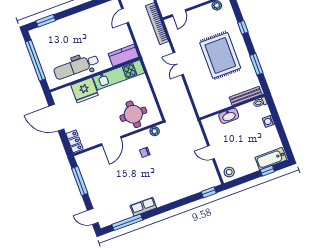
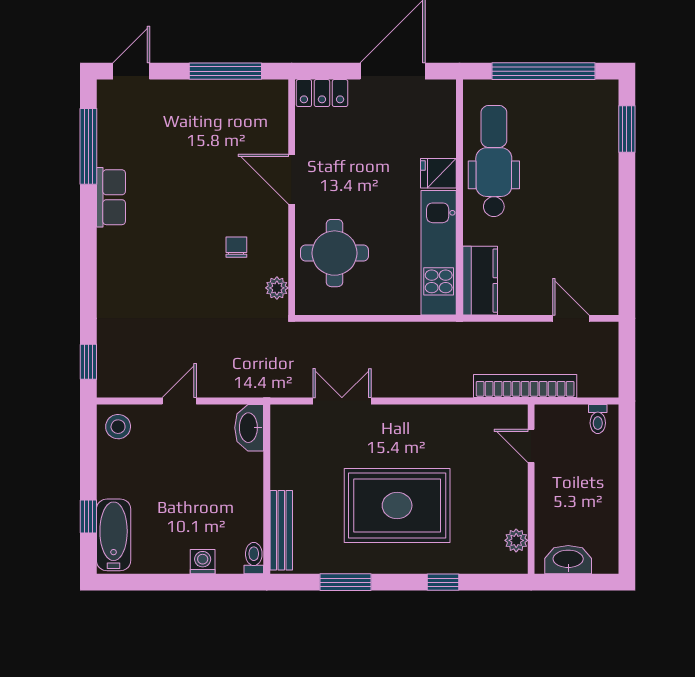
double door: (178, 64) -> (342, 401), moved
fridge: (85, 90) -> (438, 173), width x0.53, depth x0.75
washbasin: (229, 116) -> (249, 428), moved

